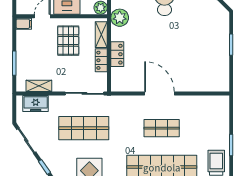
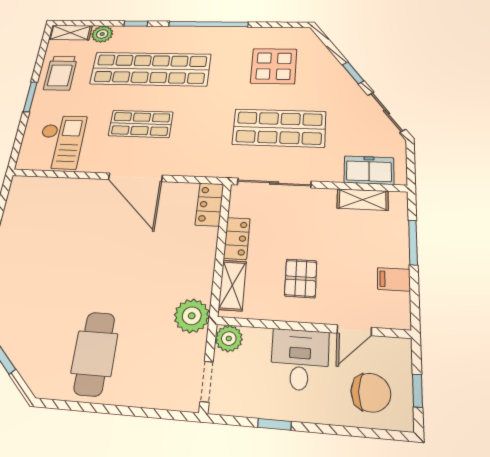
filing cabinet: (24, 24) -> (394, 279), moved
pallet: (68, 41) -> (301, 278), width x0.67, depth x0.71
locker: (117, 54) -> (210, 204), moved
checkout: (206, 114) -> (61, 142), added

